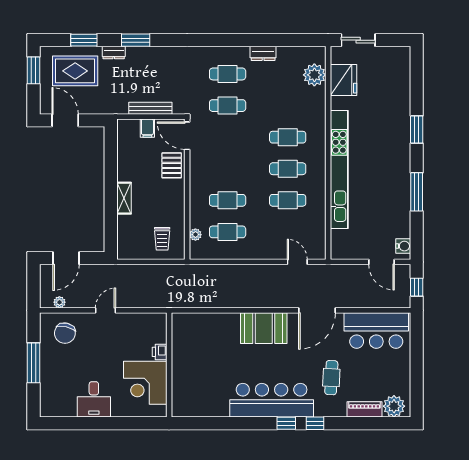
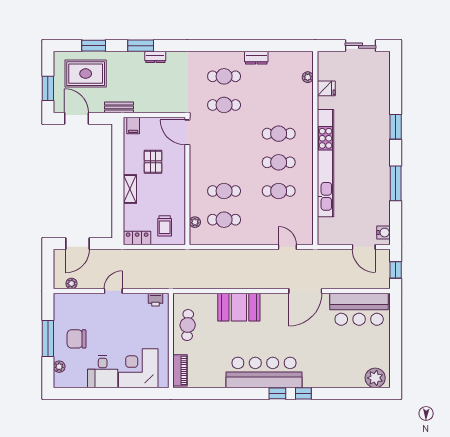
sliding door: (358, 40) -> (360, 46), moved
dresser: (114, 53) -> (155, 57), moved
window: (33, 70) -> (48, 88), moved
plant: (314, 75) -> (308, 77), width x0.53, depth x0.53
fridge: (343, 80) -> (326, 88), width x0.53, depth x0.75
bench: (150, 108) -> (119, 107), moved, width x0.73
filing cabinet: (147, 128) -> (133, 126), moved
pallet: (172, 165) -> (153, 162), moved
locker: (132, 252) -> (137, 238), added
booth: (264, 328) -> (239, 307), moved
chair: (65, 333) -> (77, 339), moved, turned 77
printer: (160, 352) -> (155, 300), moved, turned -90
cafe table: (331, 378) -> (188, 325), moved
corner desk: (145, 383) -> (138, 368), moved, turned 90
plant: (46, 394) -> (59, 367), added
piano: (364, 409) -> (180, 370), moved, turned 90

